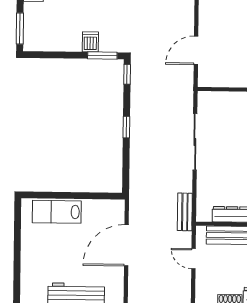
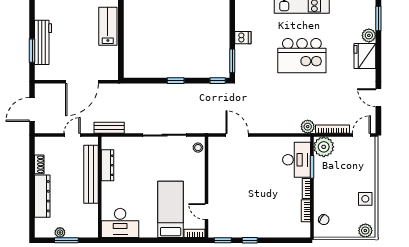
dishwasher: (90, 42) -> (243, 38), moved
stool: (211, 100) -> (198, 148), added
door: (126, 245) -> (82, 82), swing flipped

